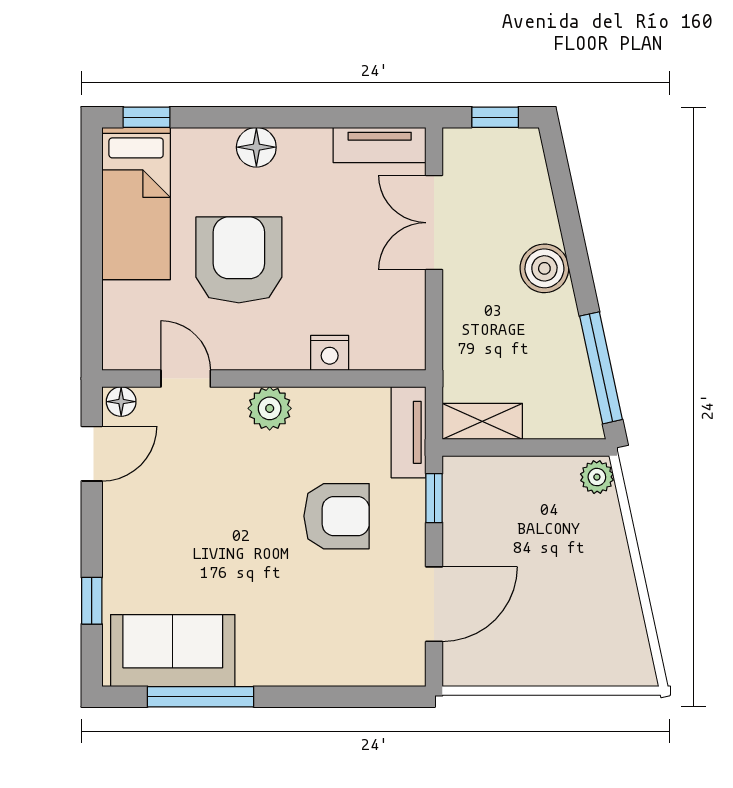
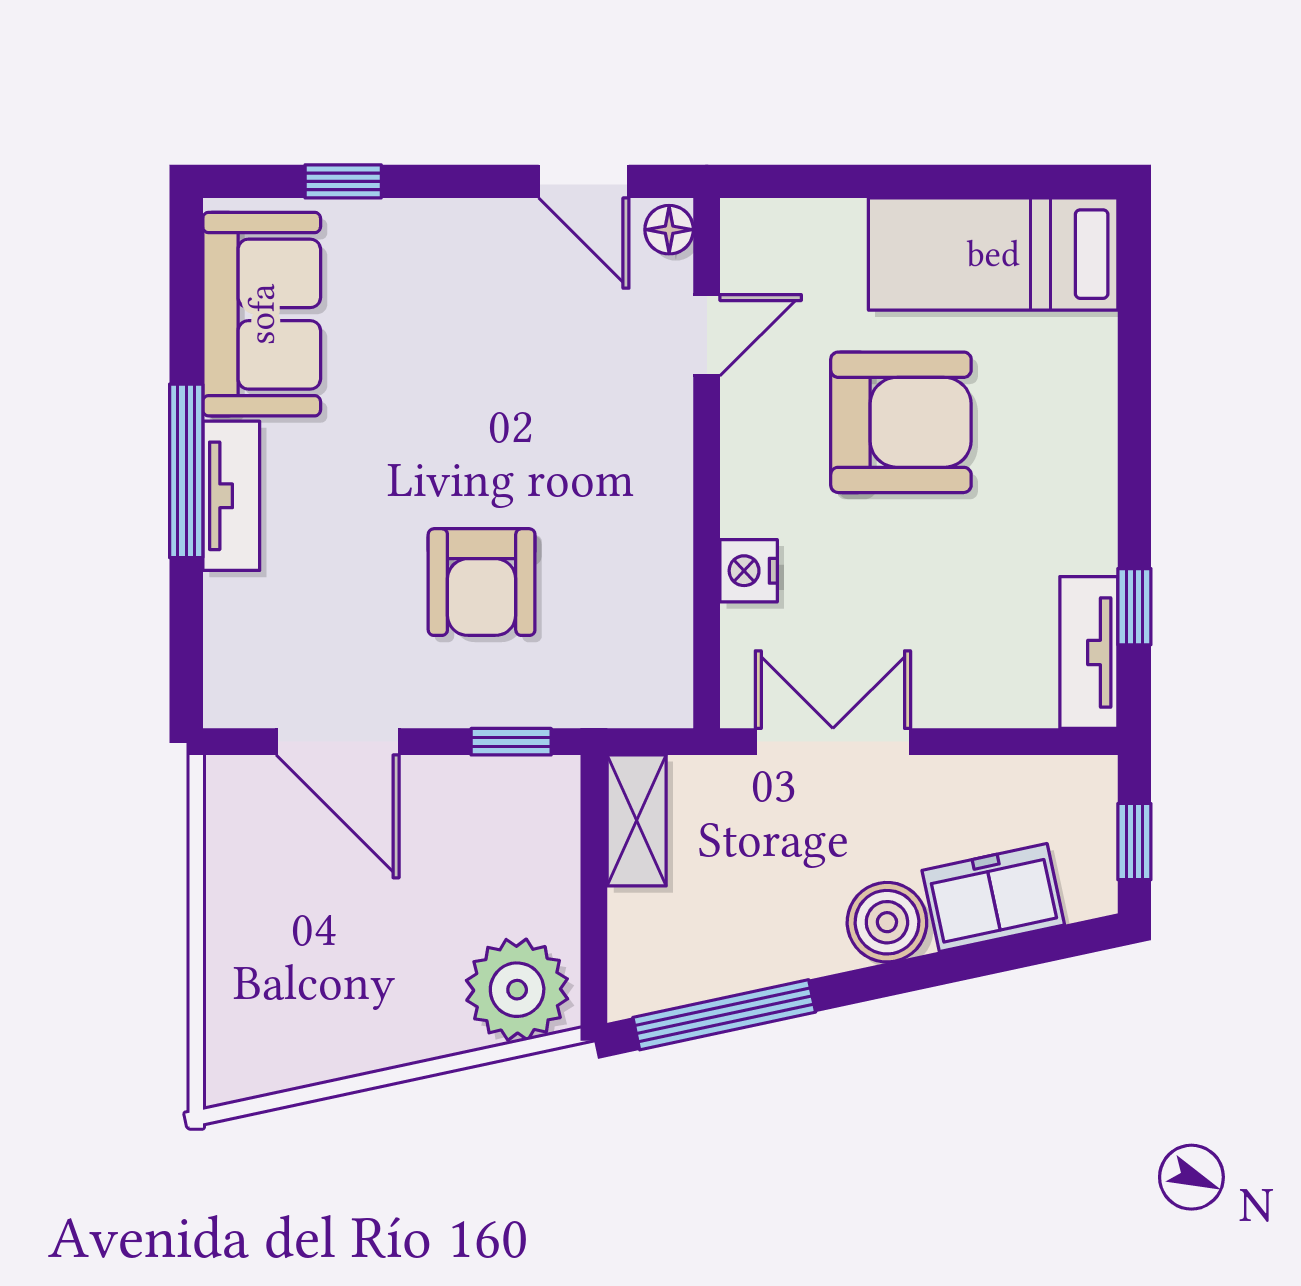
window: (146, 117) -> (1134, 607), moved
floor lamp: (256, 147) -> (1085, 451), removed
freezer: (529, 203) -> (993, 898), added
double door: (434, 223) -> (833, 742), moved
plant: (270, 408) -> (658, 473), removed
tv unit: (409, 432) -> (231, 496), moved, turned 90
plant: (597, 477) -> (517, 990), width x1.88, depth x1.88
window: (201, 697) -> (186, 471), moved

